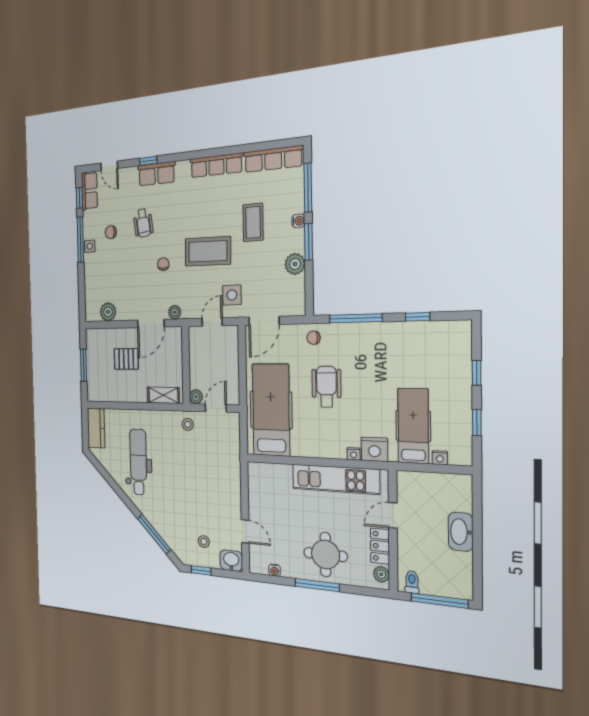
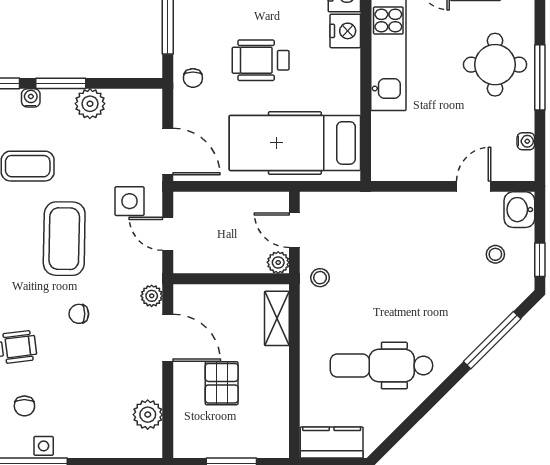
nightstand: (354, 454) -> (345, 31), width x1.89, depth x1.79

